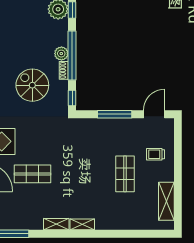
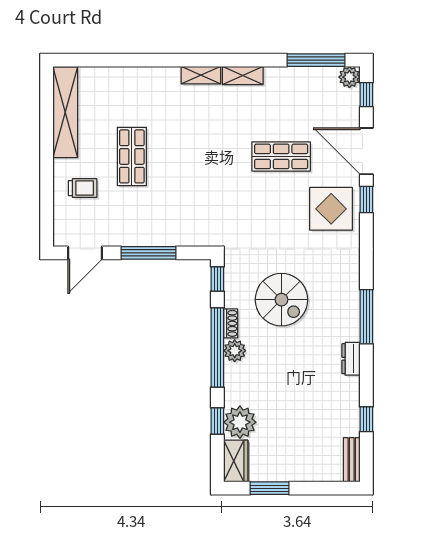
shelving: (166, 201) -> (65, 112), width x1.47

